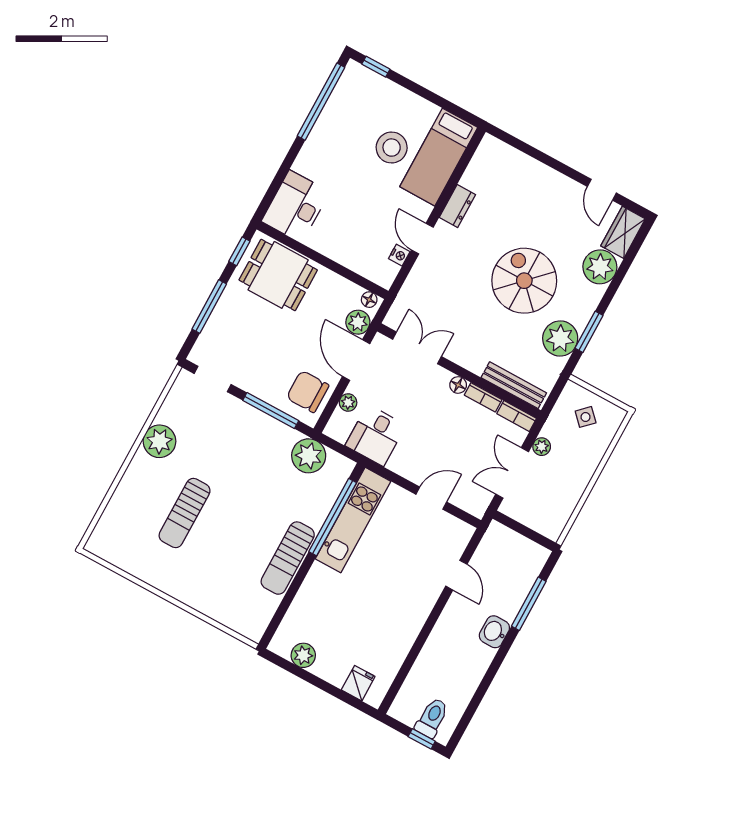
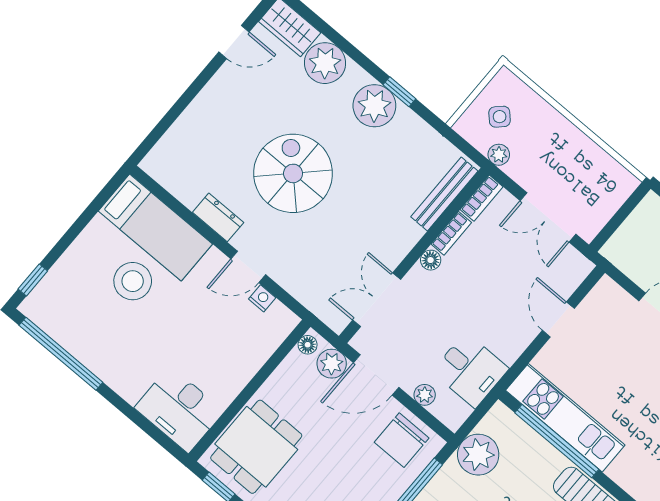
spiral stairs: (524, 281) -> (293, 173), moved, turned 90
window: (589, 332) -> (399, 92), width x0.67
plant: (560, 338) -> (374, 106), moved
plant: (542, 447) -> (499, 155), moved

